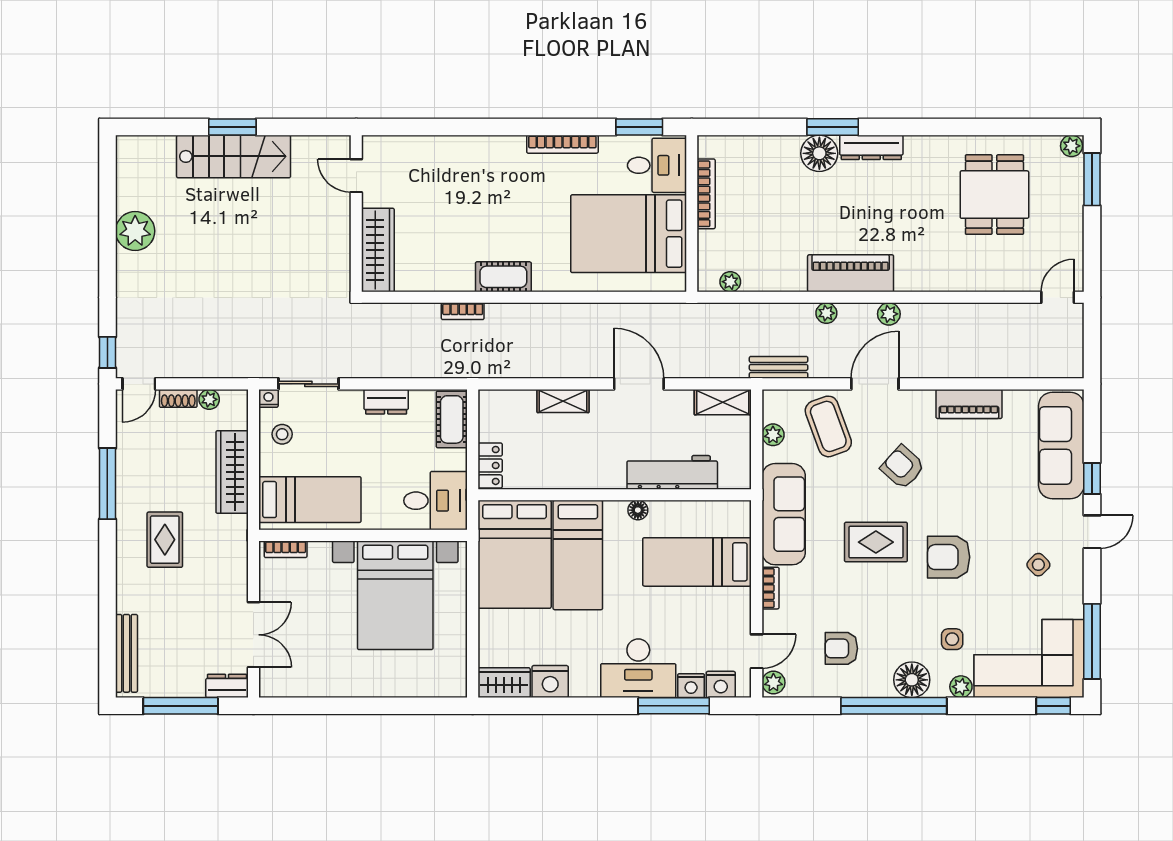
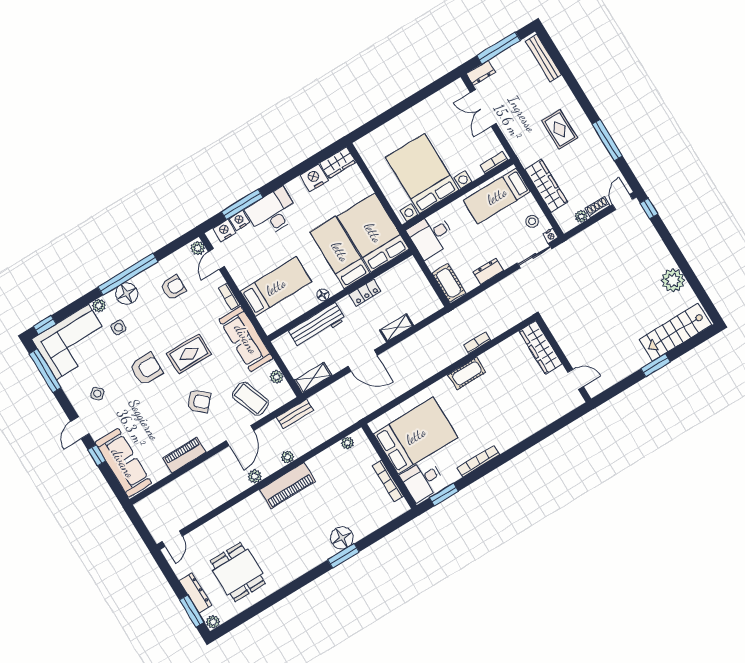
dresser: (871, 147) -> (195, 593), moved, turned 90
stairs: (234, 156) -> (675, 332), moved
locker: (490, 465) -> (365, 293), moved, turned -90

